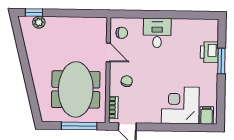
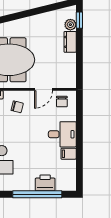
dresser: (57, 23) -> (70, 42), added
filing cabinet: (178, 26) -> (69, 154), added
window: (221, 61) -> (37, 194), width x2.11

